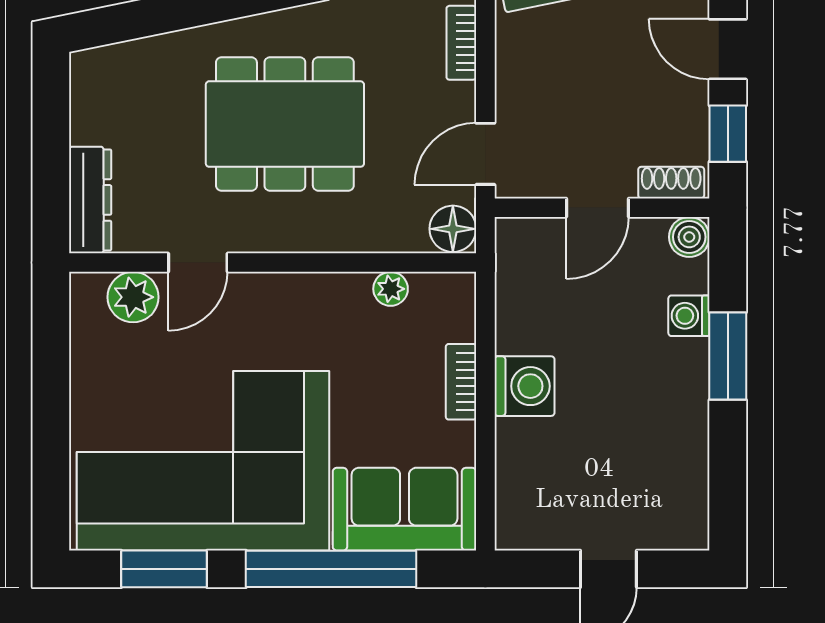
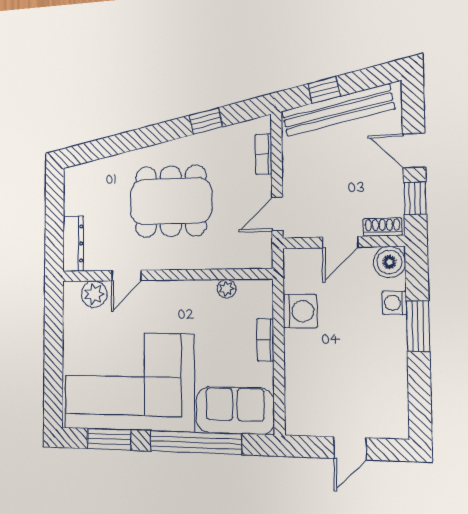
floor lamp: (453, 229) -> (260, 255), removed
boiler: (689, 237) -> (389, 262), width x1.36, depth x1.36
washing machine: (524, 386) -> (300, 311), moved

